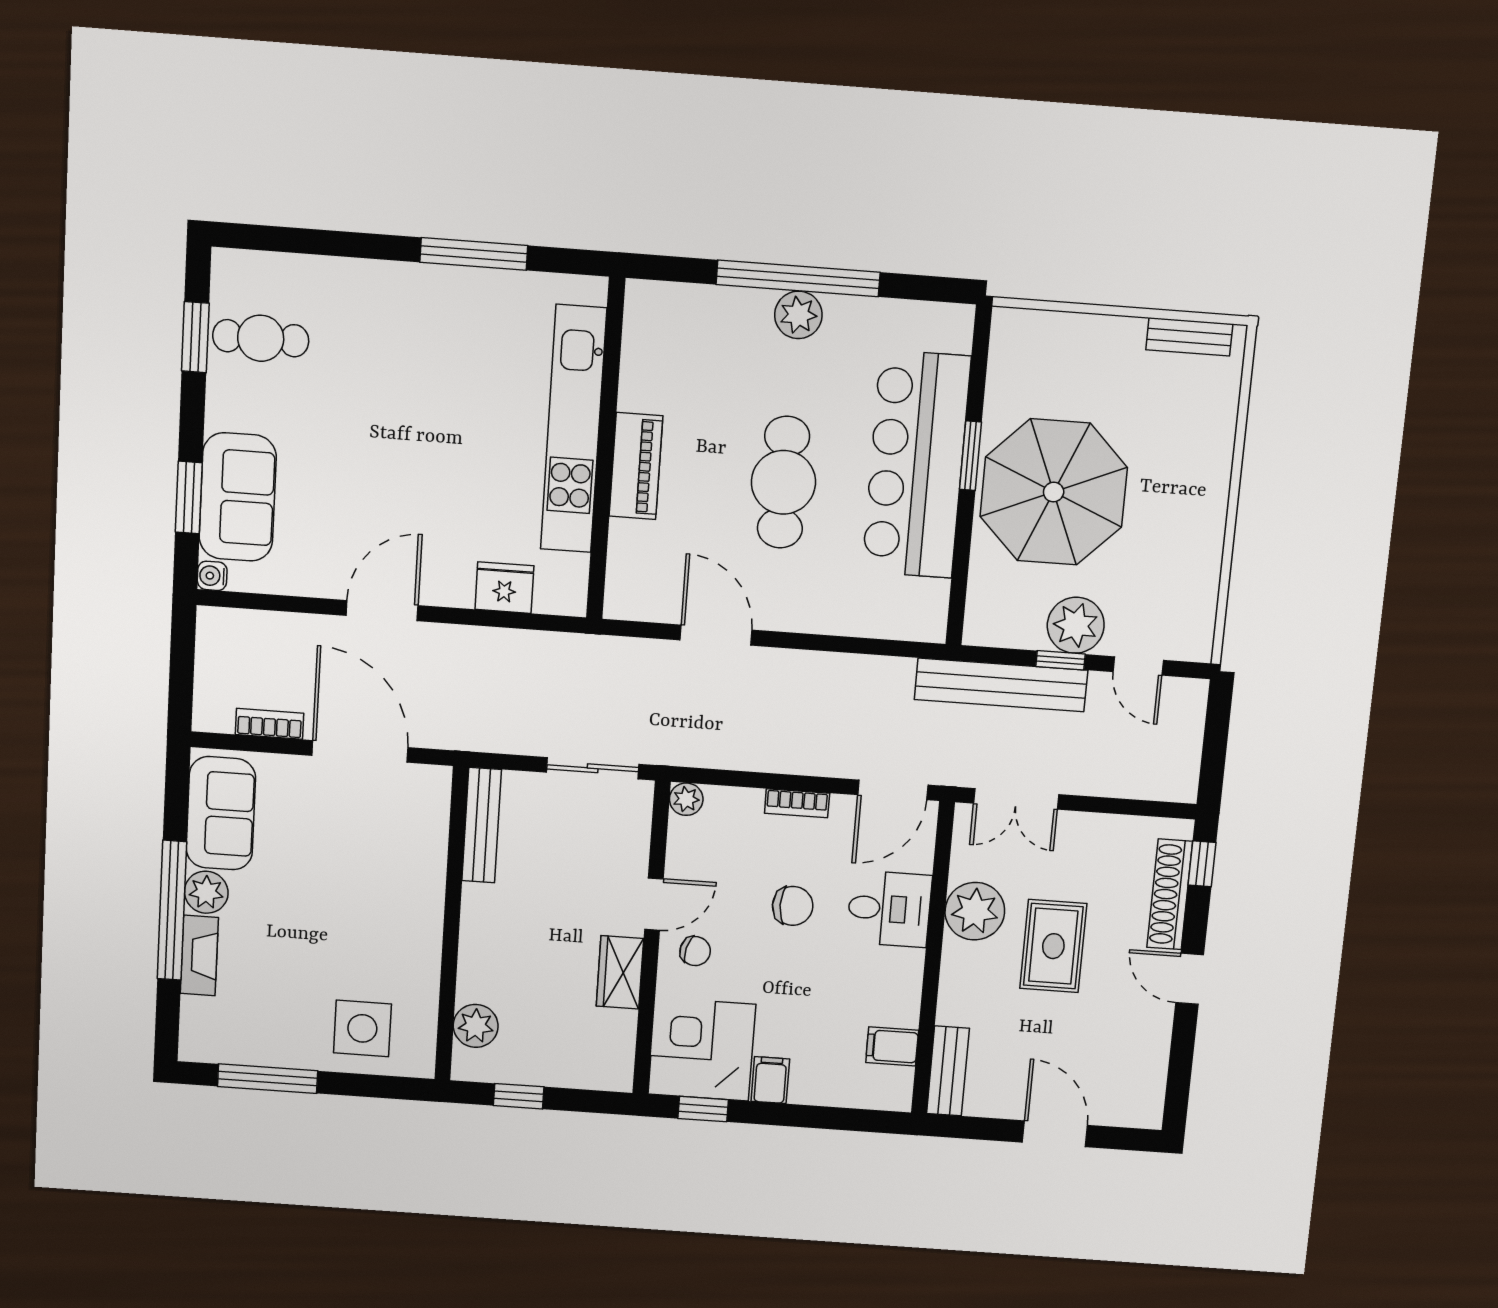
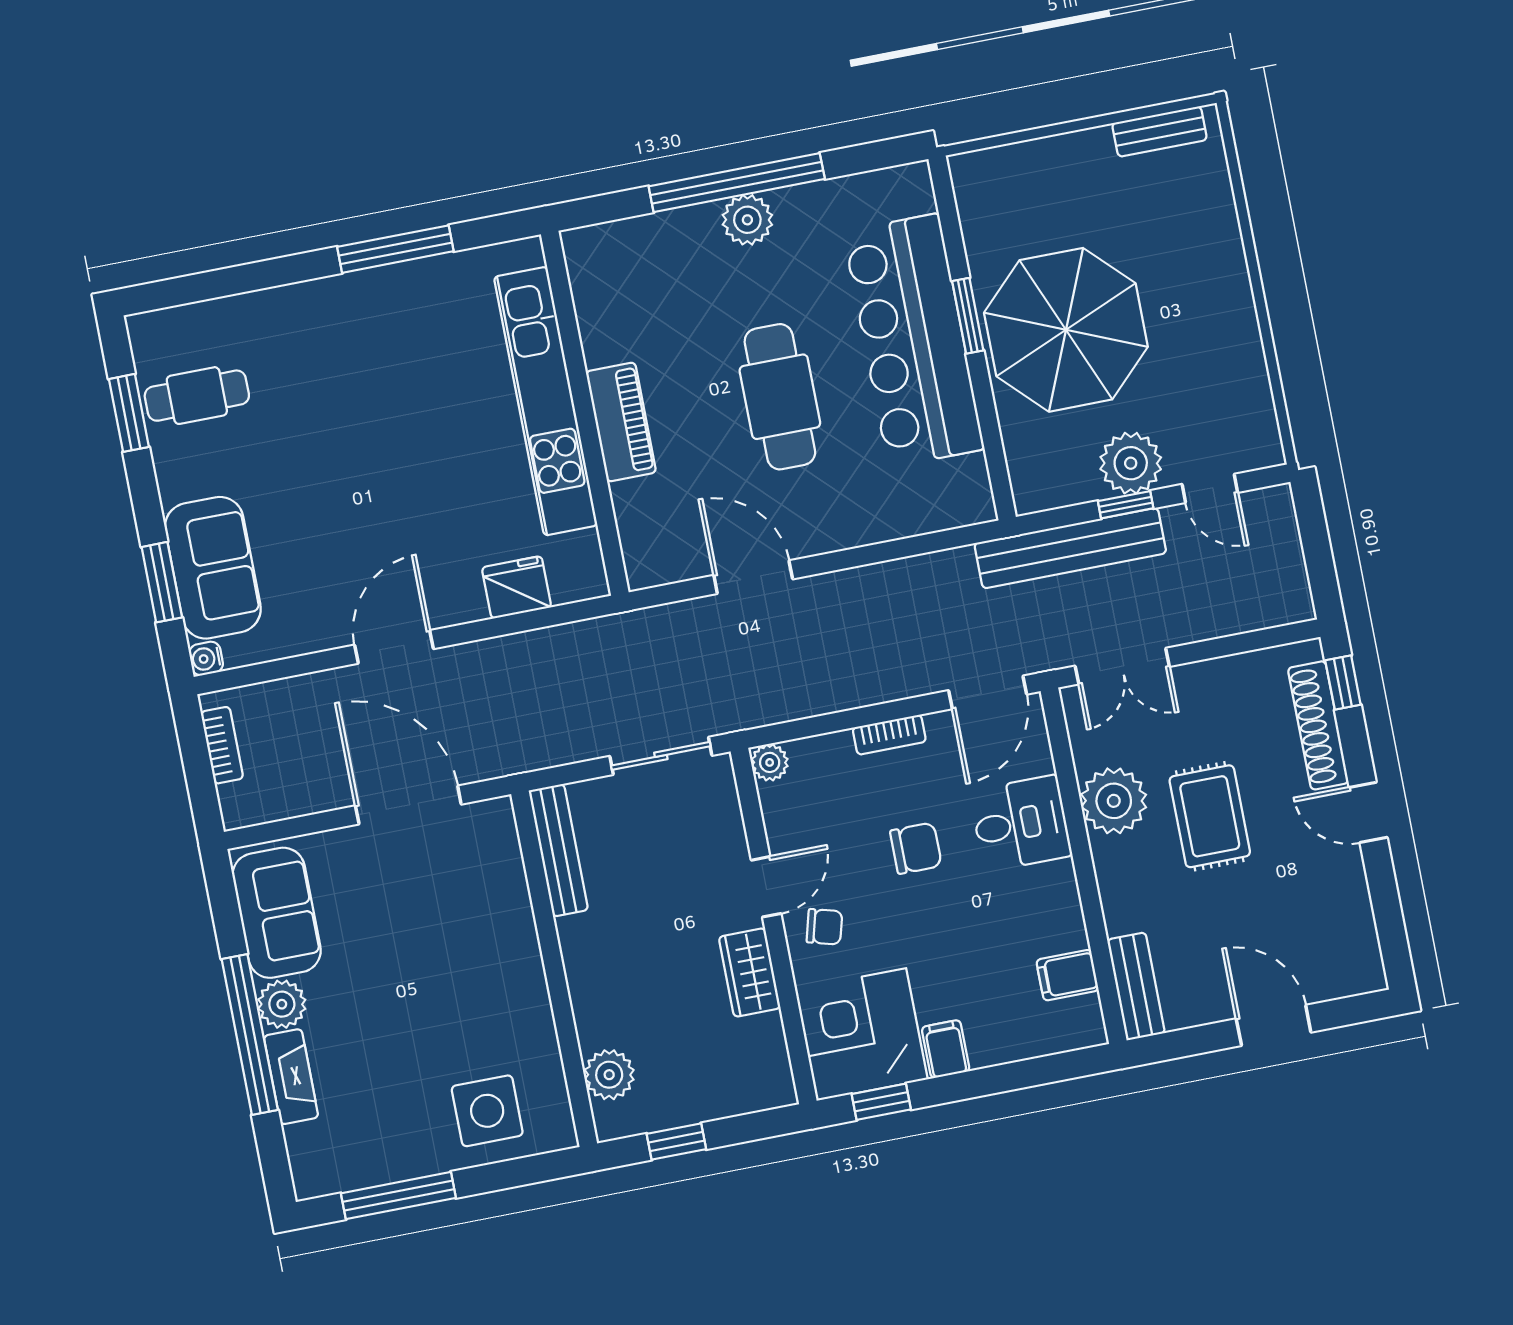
bookcase: (270, 724) -> (222, 745), moved, turned 90

